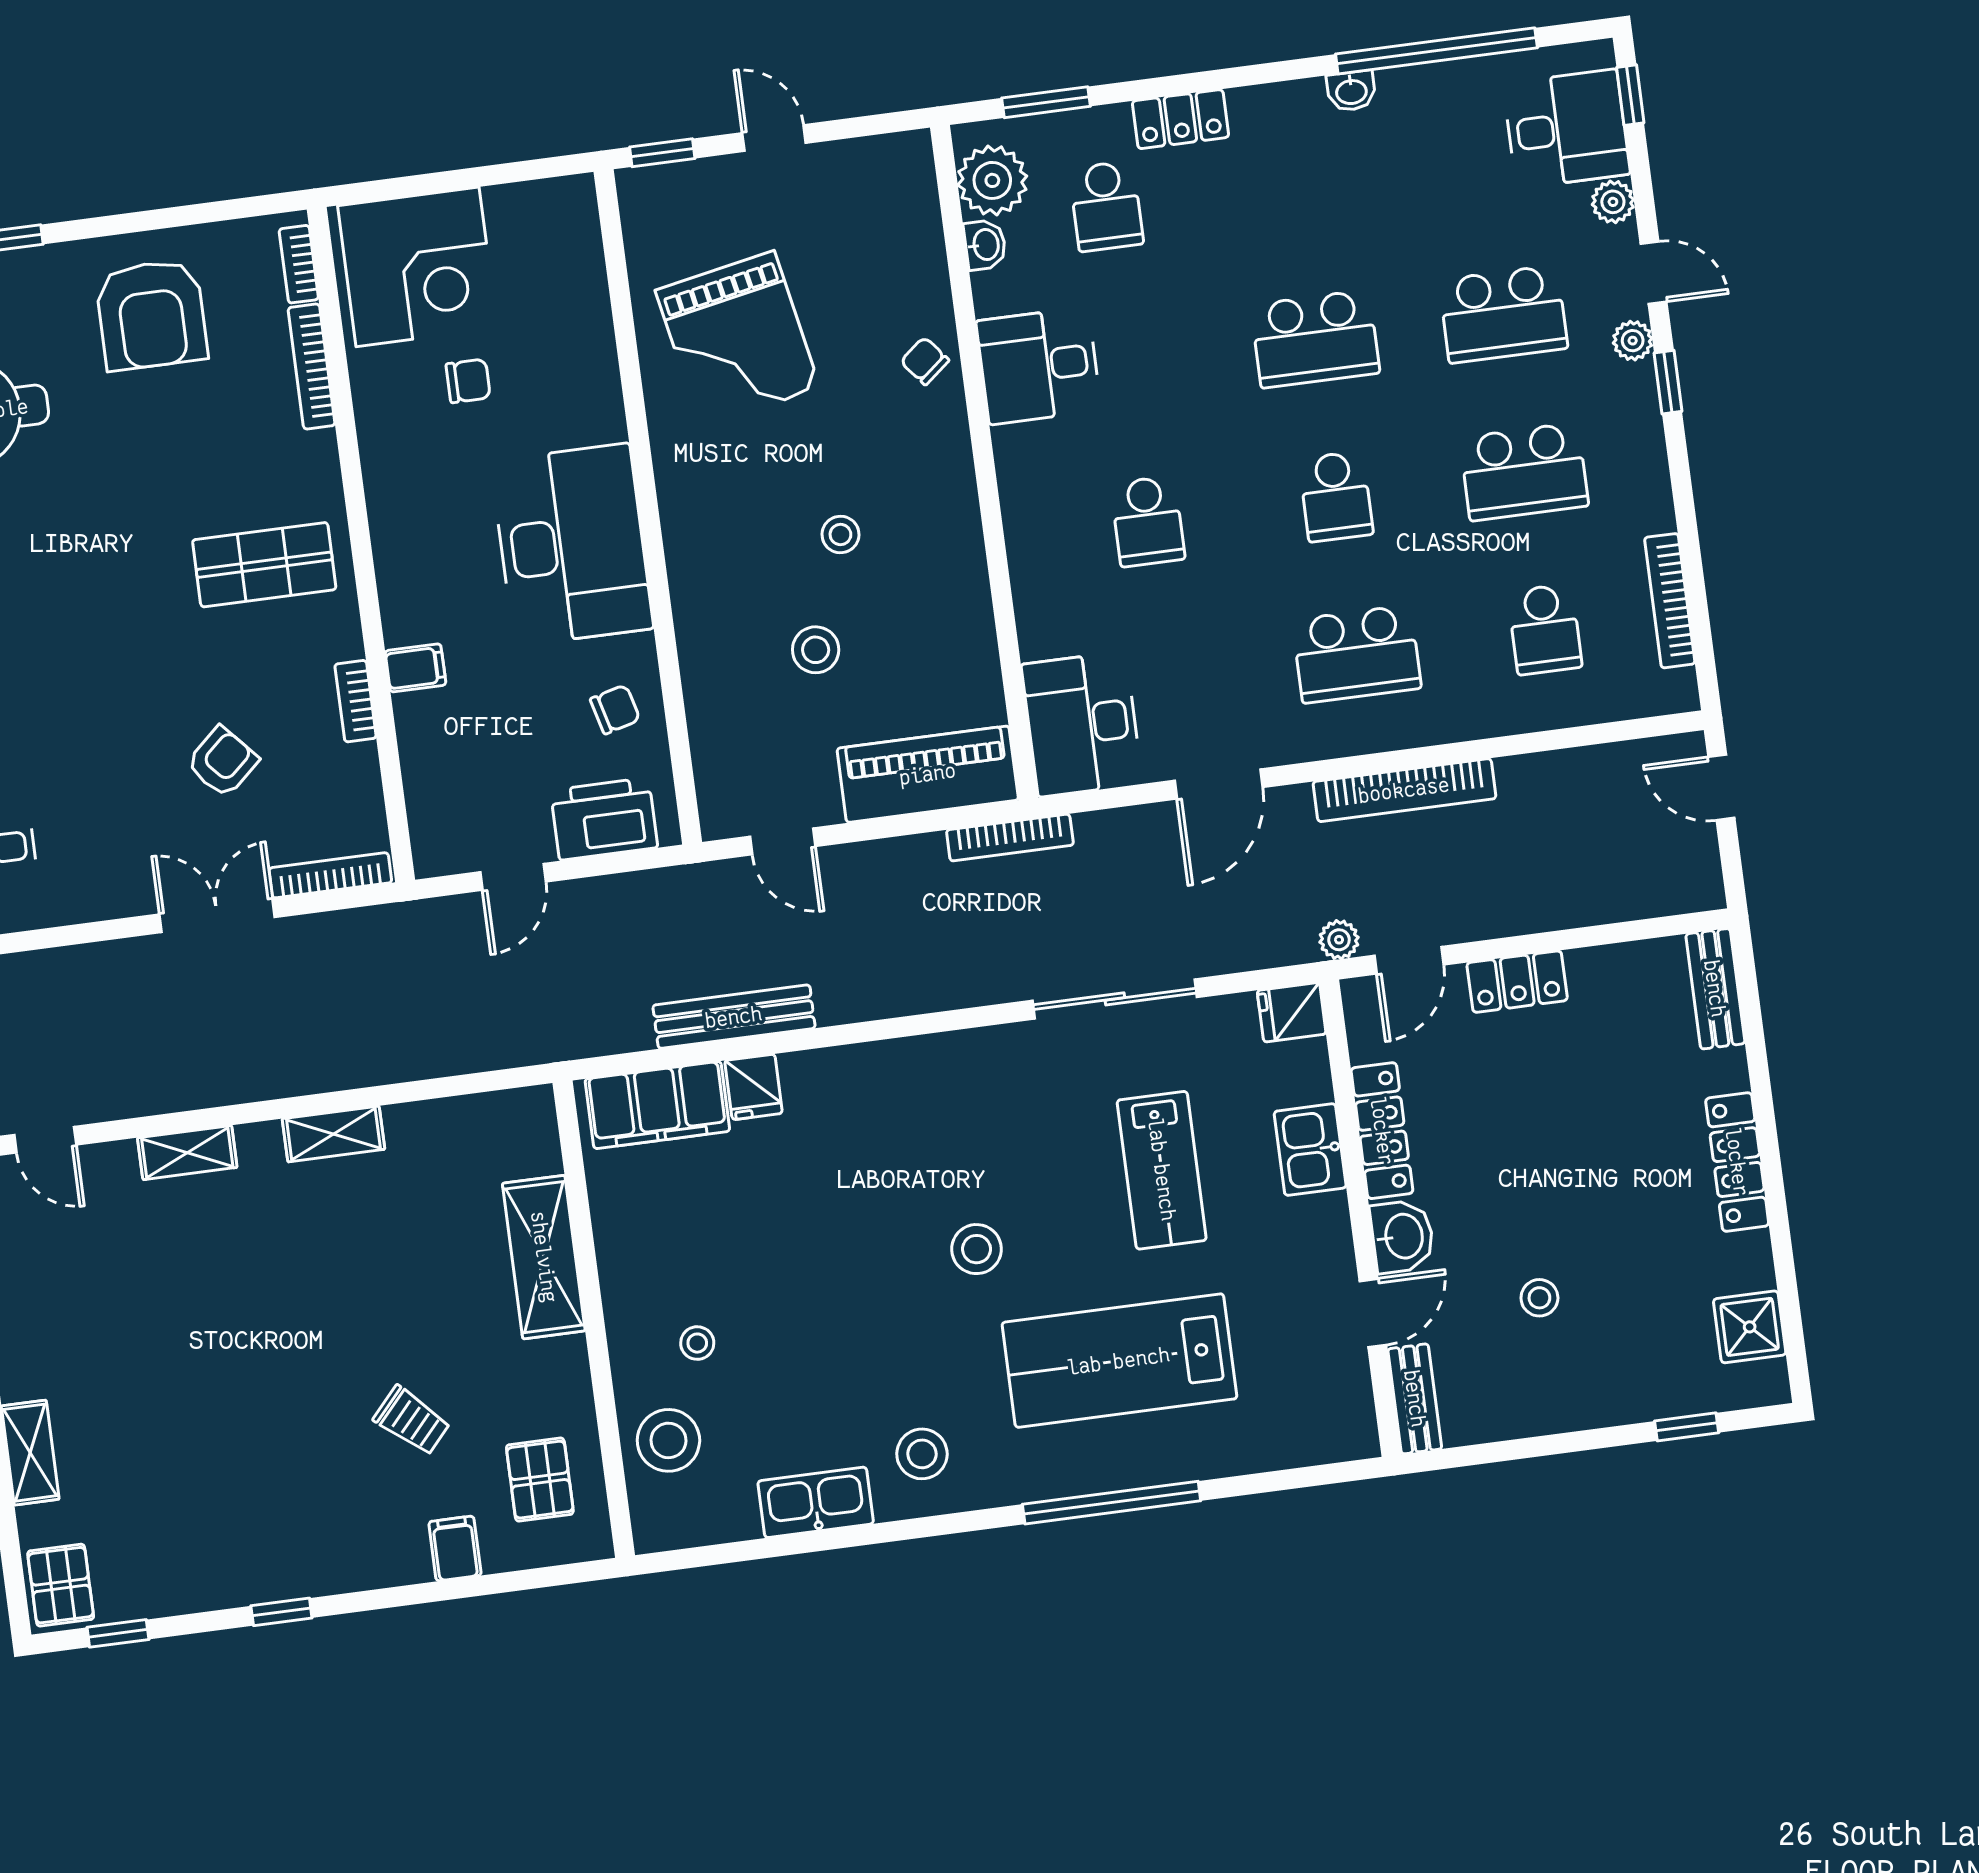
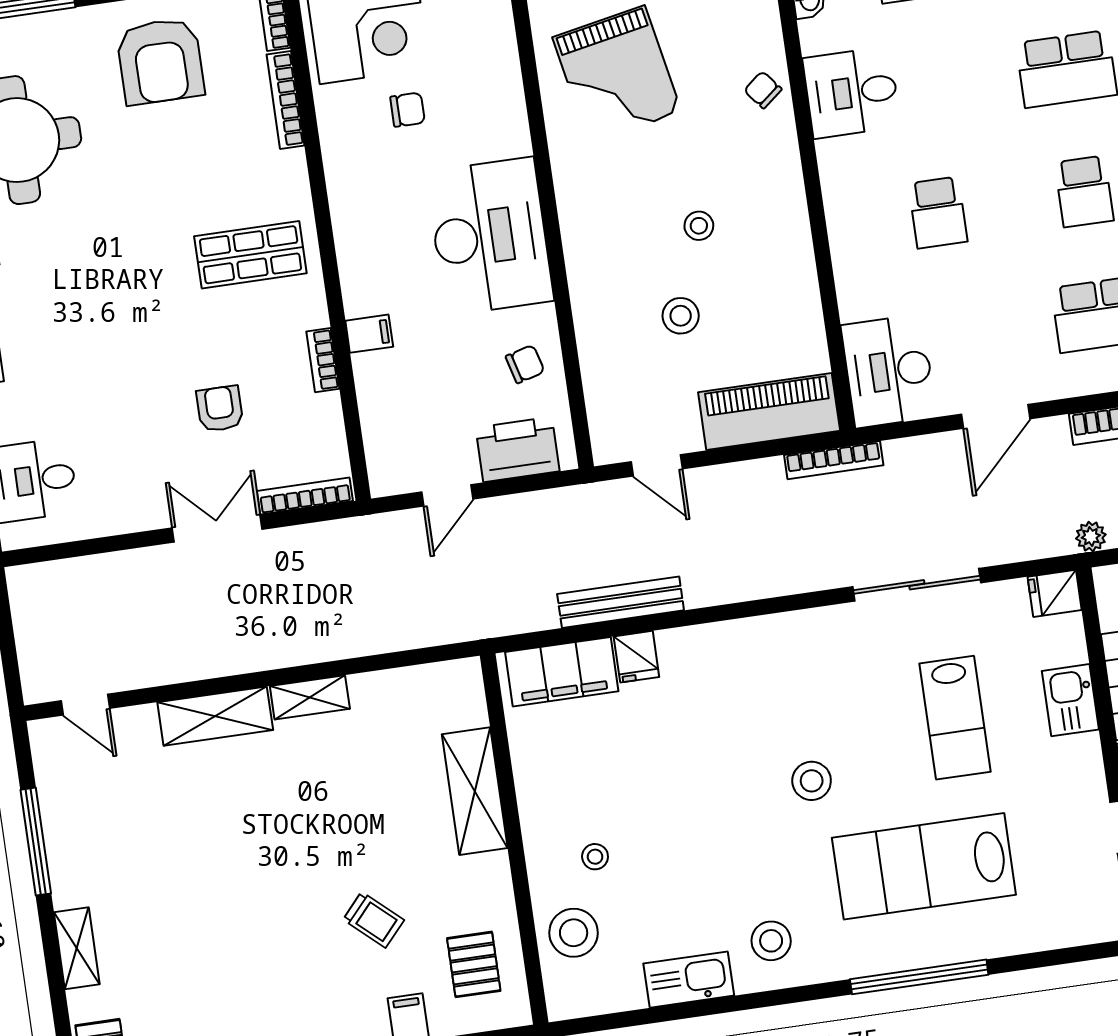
armchair: (222, 762) -> (220, 409), turned -48
shelving: (187, 1153) -> (215, 716), width x1.50, depth x1.33

